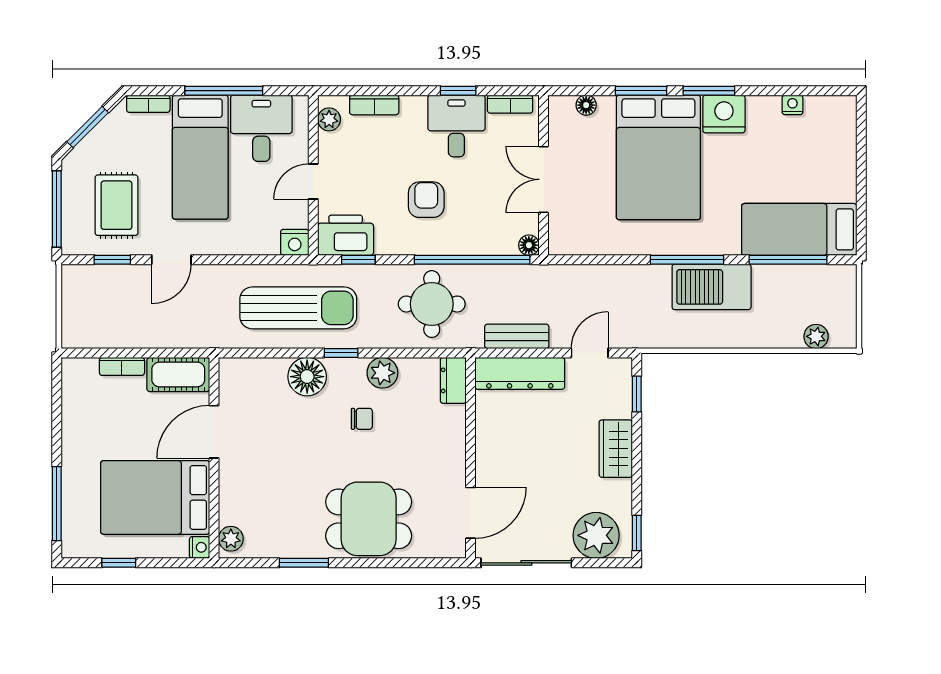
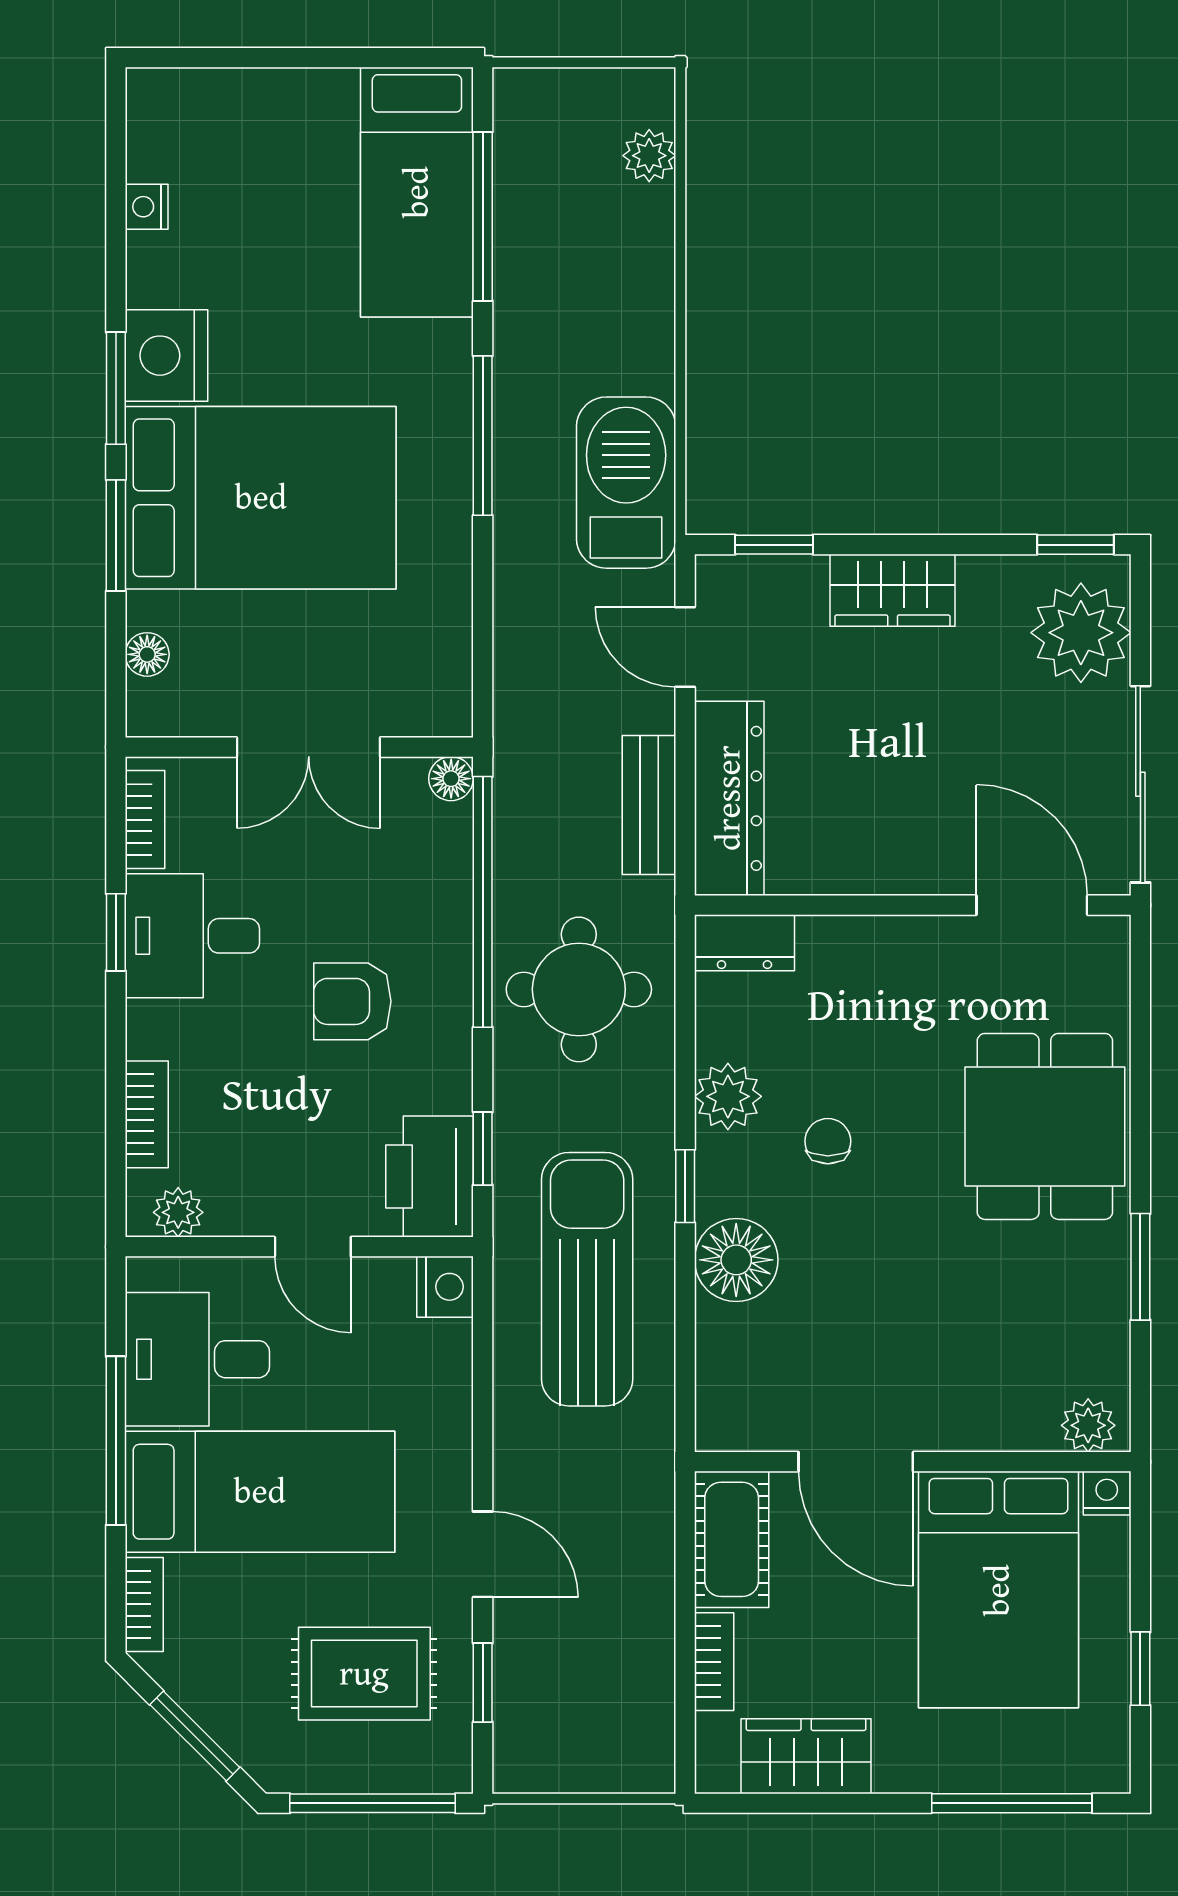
barbecue: (712, 287) -> (626, 483), moved, turned 180
wardrobe: (78, 409) -> (806, 1756), added

